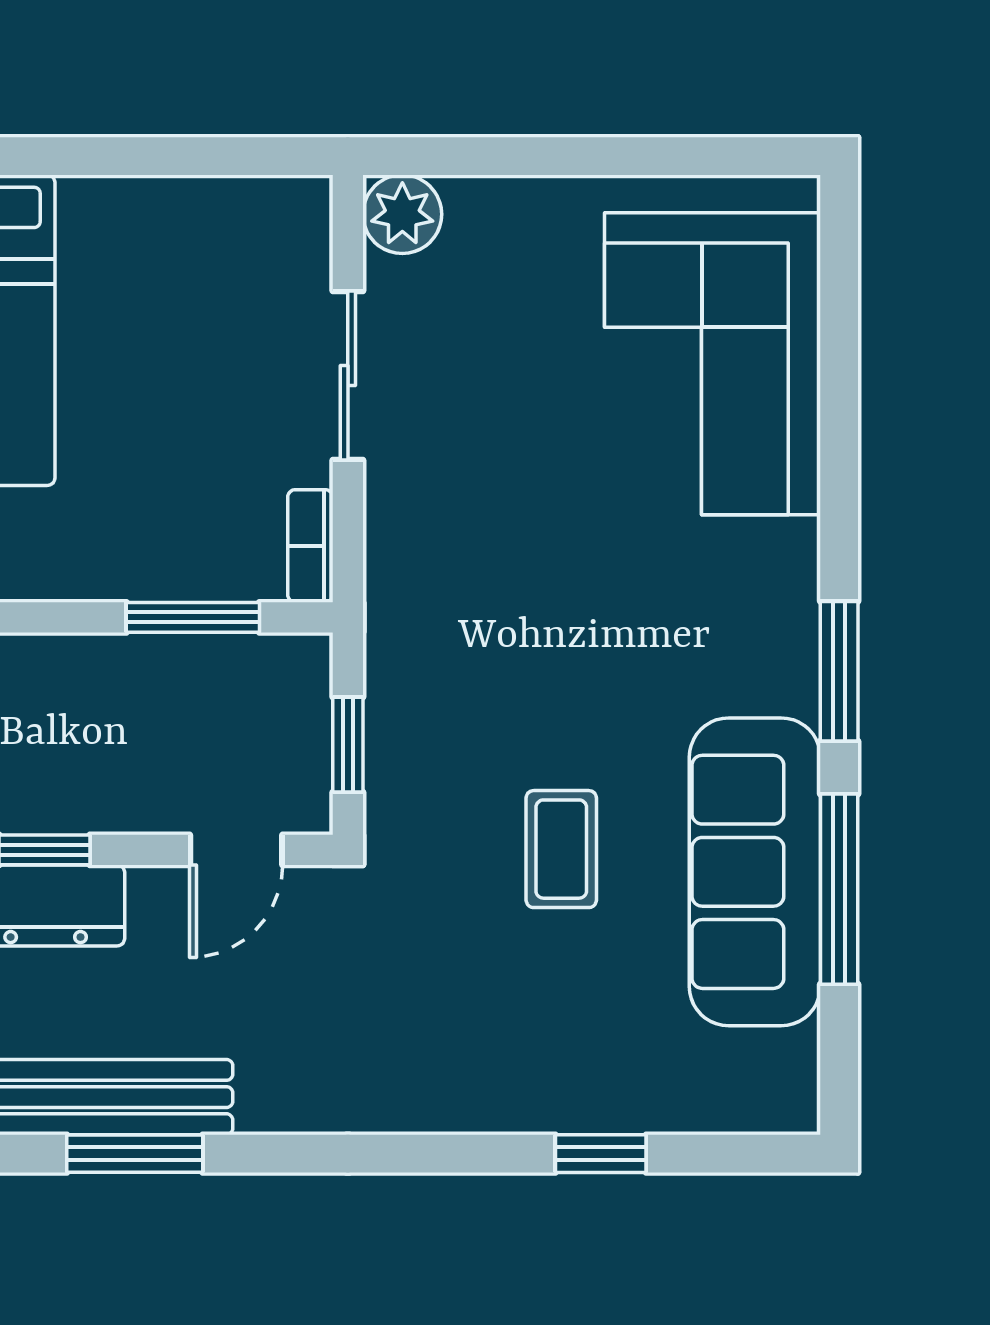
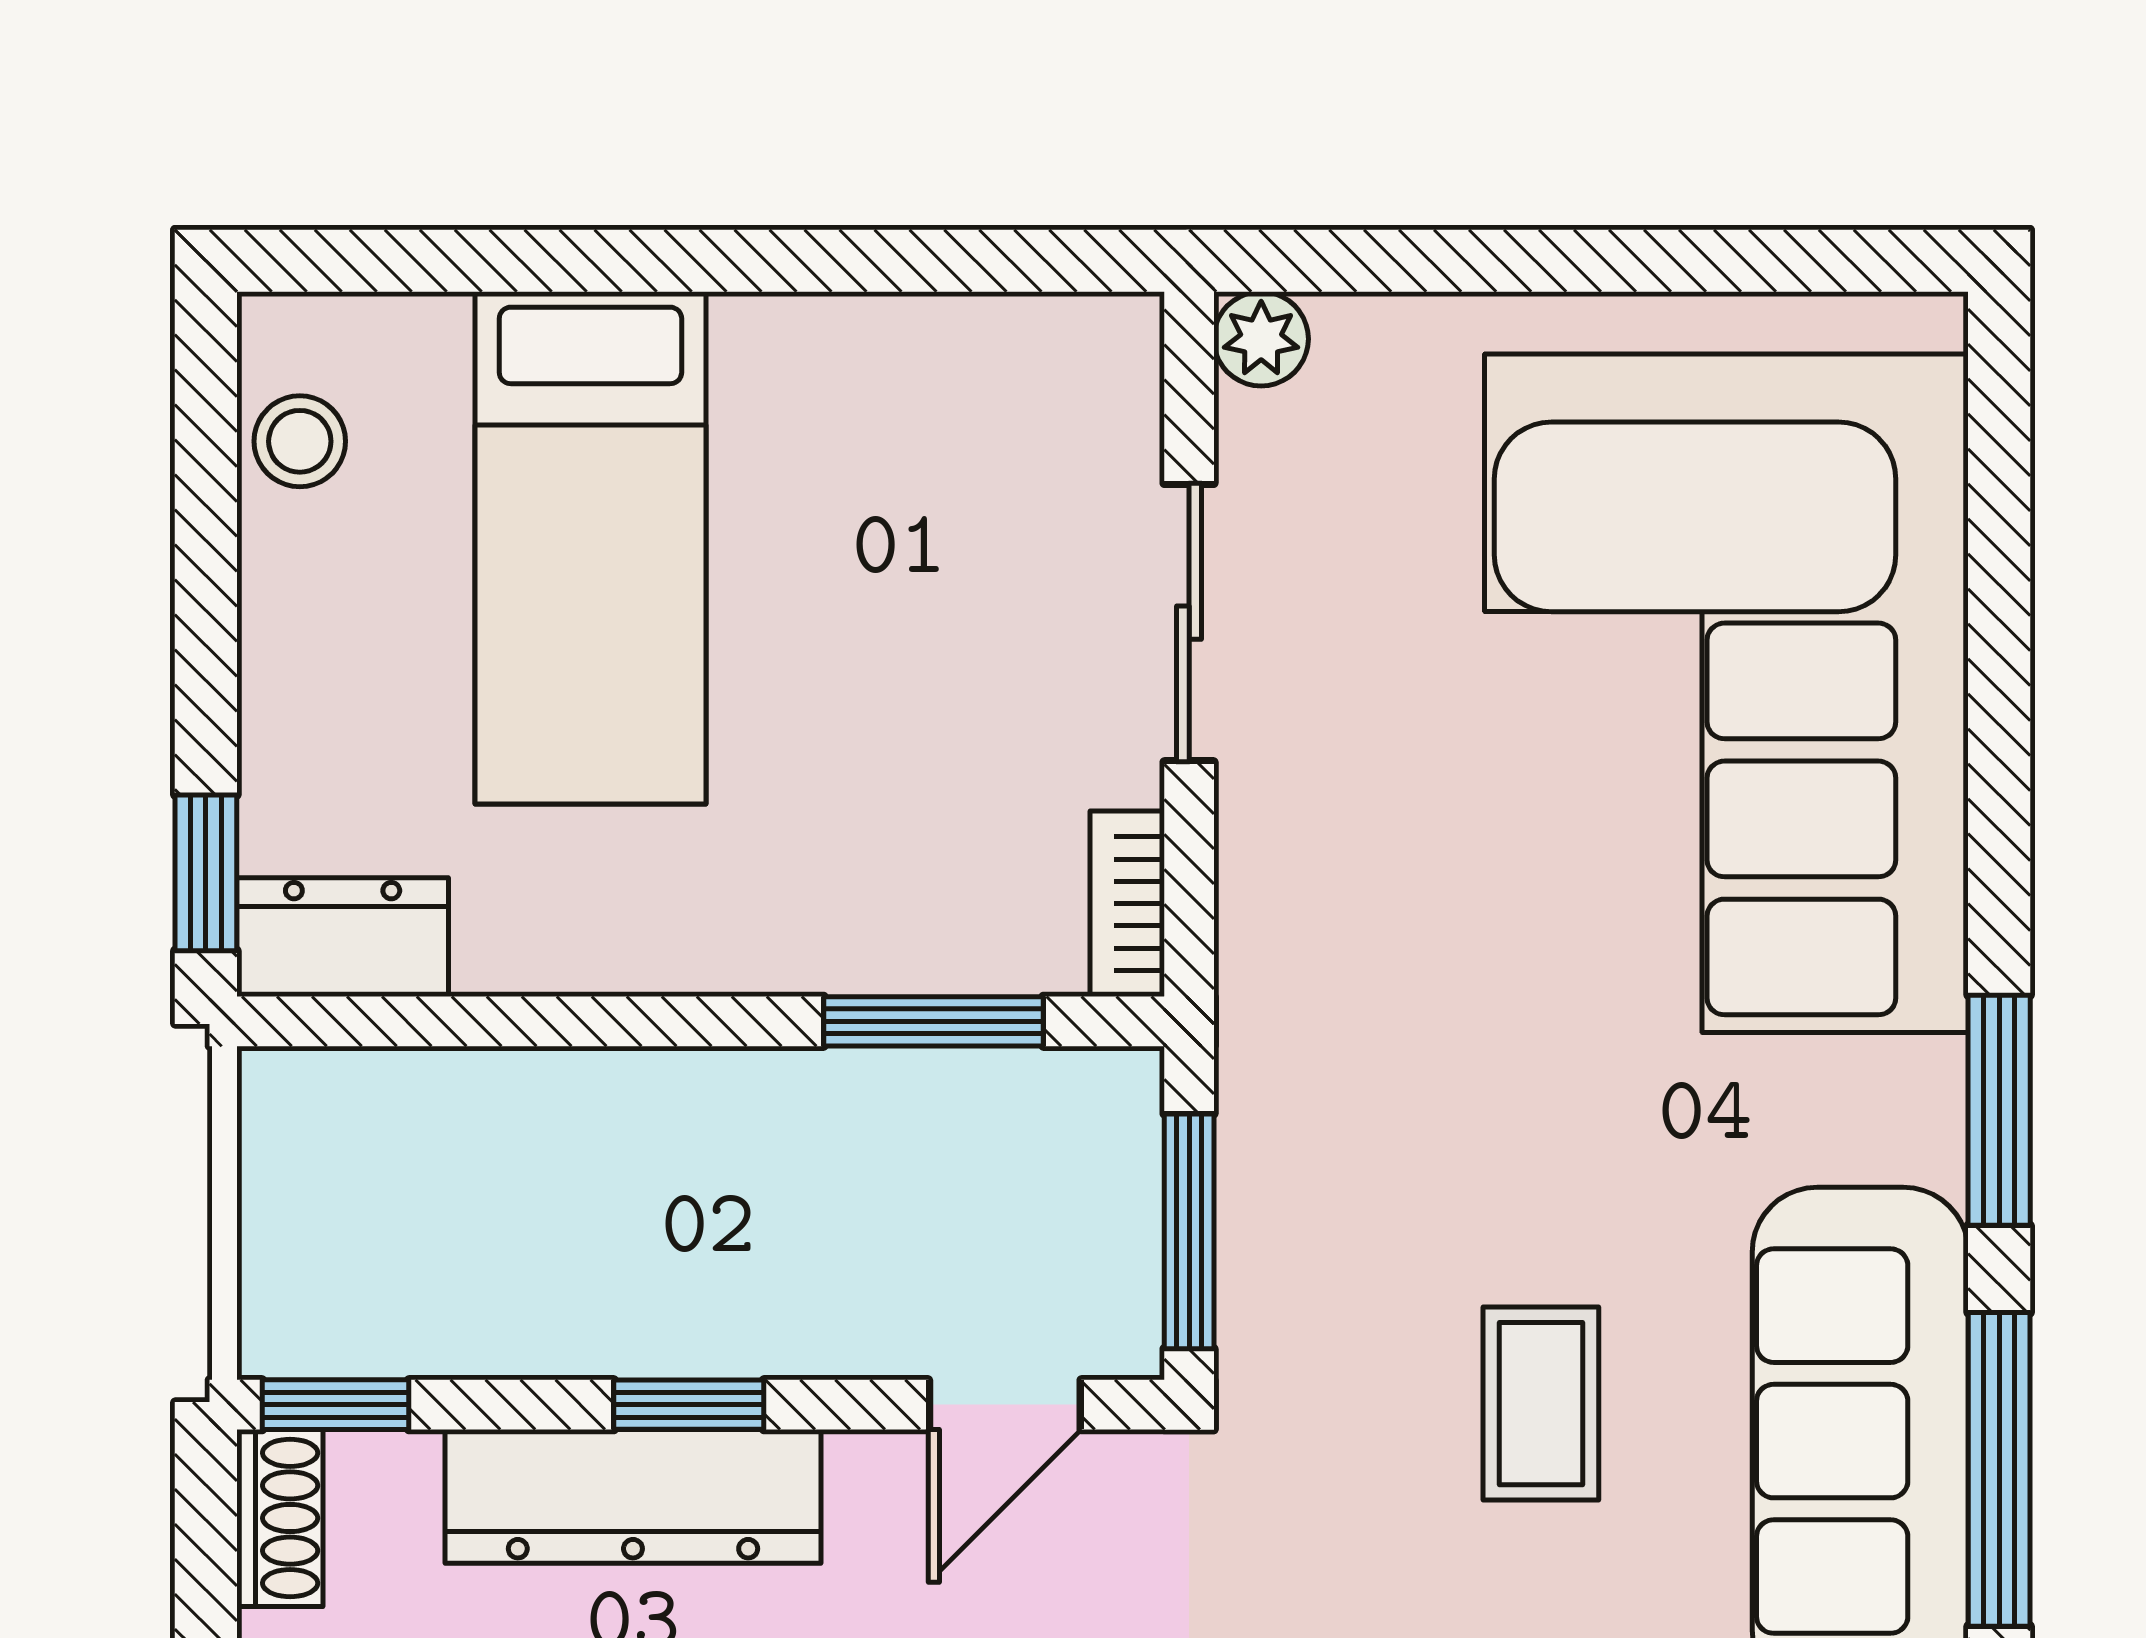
plant: (402, 214) -> (1261, 339), width x0.73, depth x0.73
corner sofa: (713, 364) -> (1726, 693), width x1.36, depth x1.36
window: (348, 745) -> (1189, 1231), width x1.50

